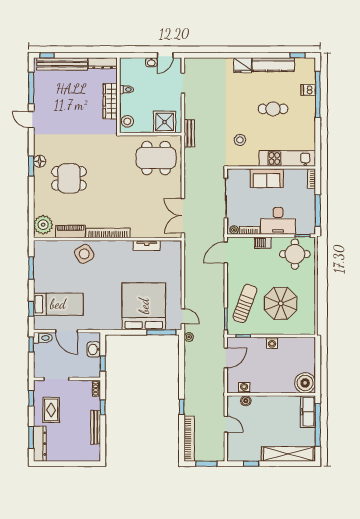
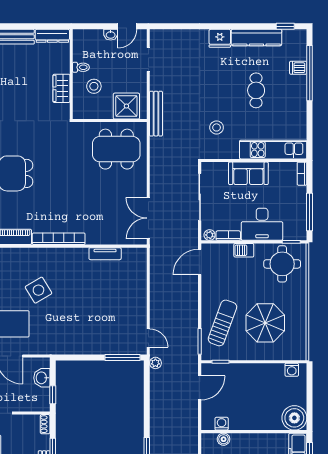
wardrobe: (110, 101) -> (61, 88), width x0.67
cafe table: (273, 109) -> (256, 90), turned 90
stool: (127, 121) -> (94, 86), moved
bench: (189, 133) -> (156, 114), width x1.36
side table: (84, 254) -> (38, 290), moved
bed: (144, 306) -> (102, 326), removed
washing machine: (272, 343) -> (292, 370), moved

